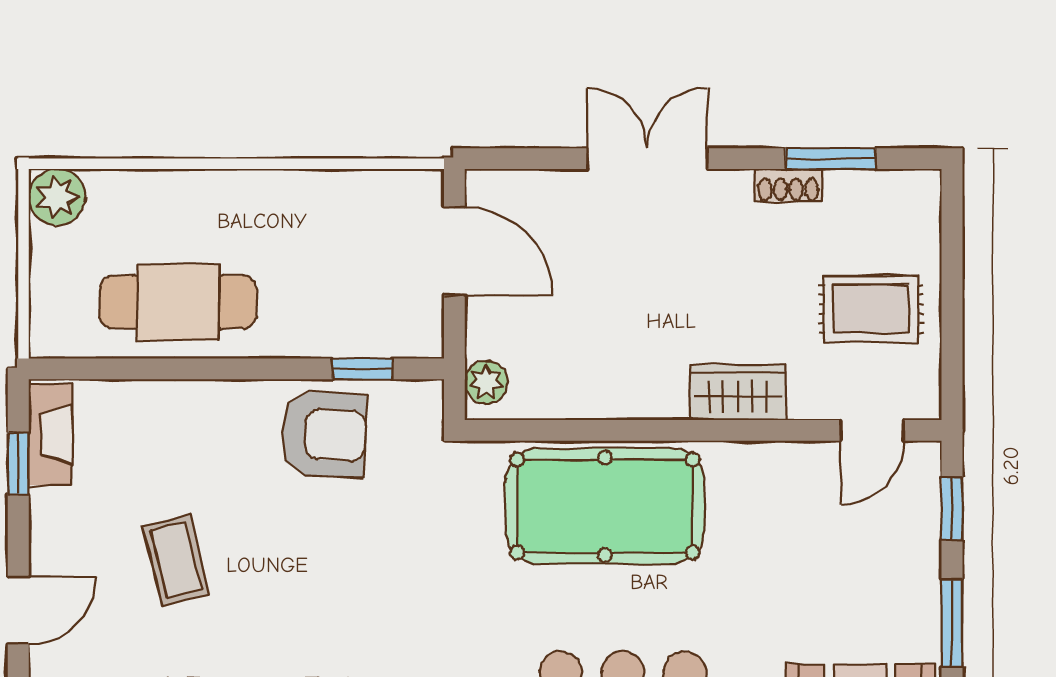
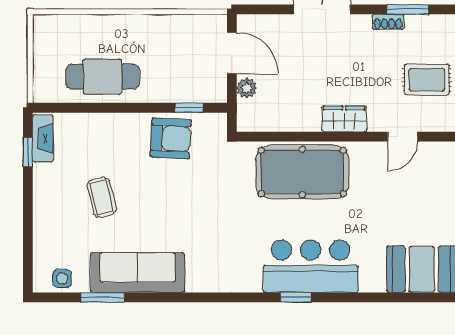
plant: (57, 197) -> (46, 27), removed
plant: (486, 382) -> (247, 88), moved
wardrobe: (738, 392) -> (344, 119), moved
door: (872, 430) -> (403, 137), moved
door: (18, 610) -> (28, 221), removed

